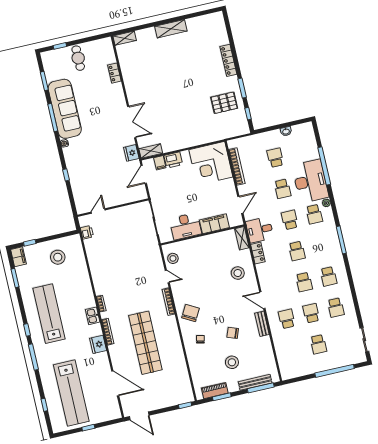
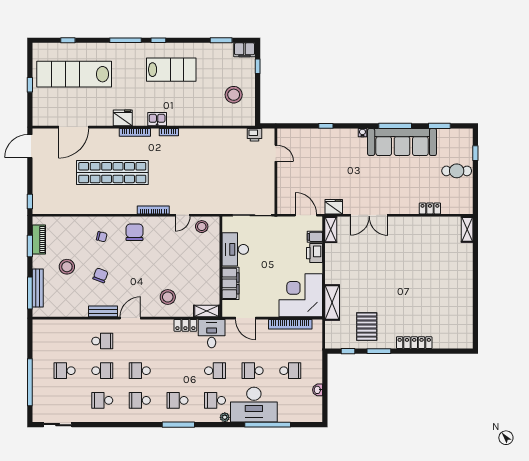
shelving: (171, 29) -> (332, 303), moved
school desk: (297, 251) -> (177, 400), moved
chair: (191, 313) -> (134, 232), turned -119
lab bench: (49, 314) -> (171, 70), width x0.73

